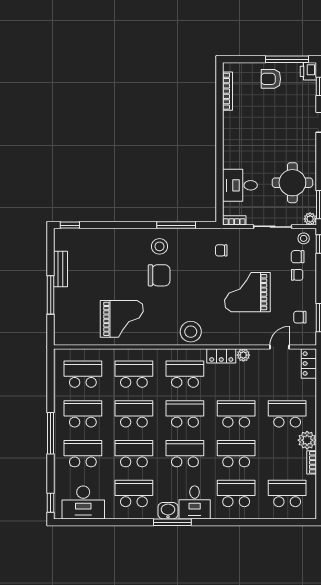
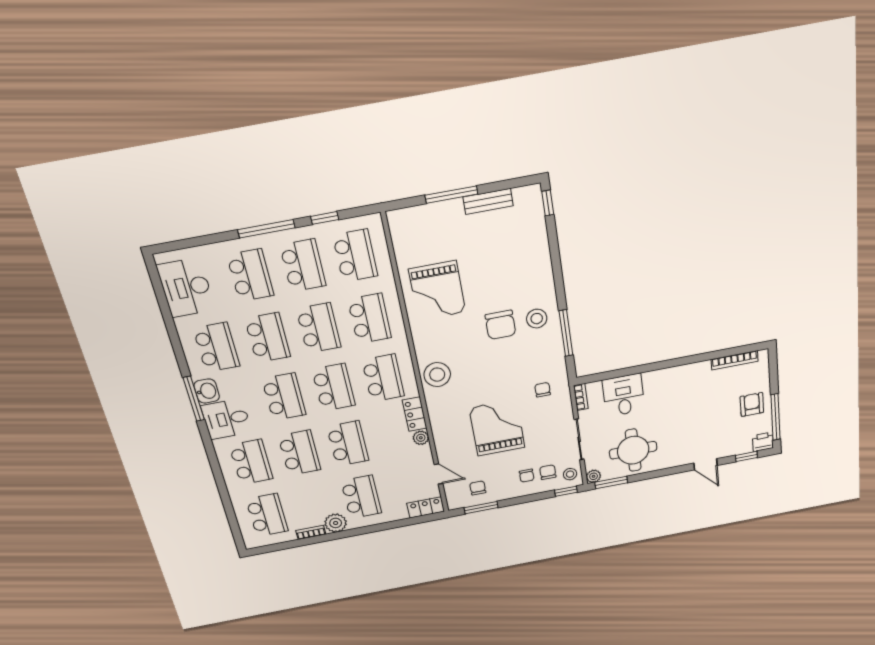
window: (51, 503) -> (325, 218), moved

